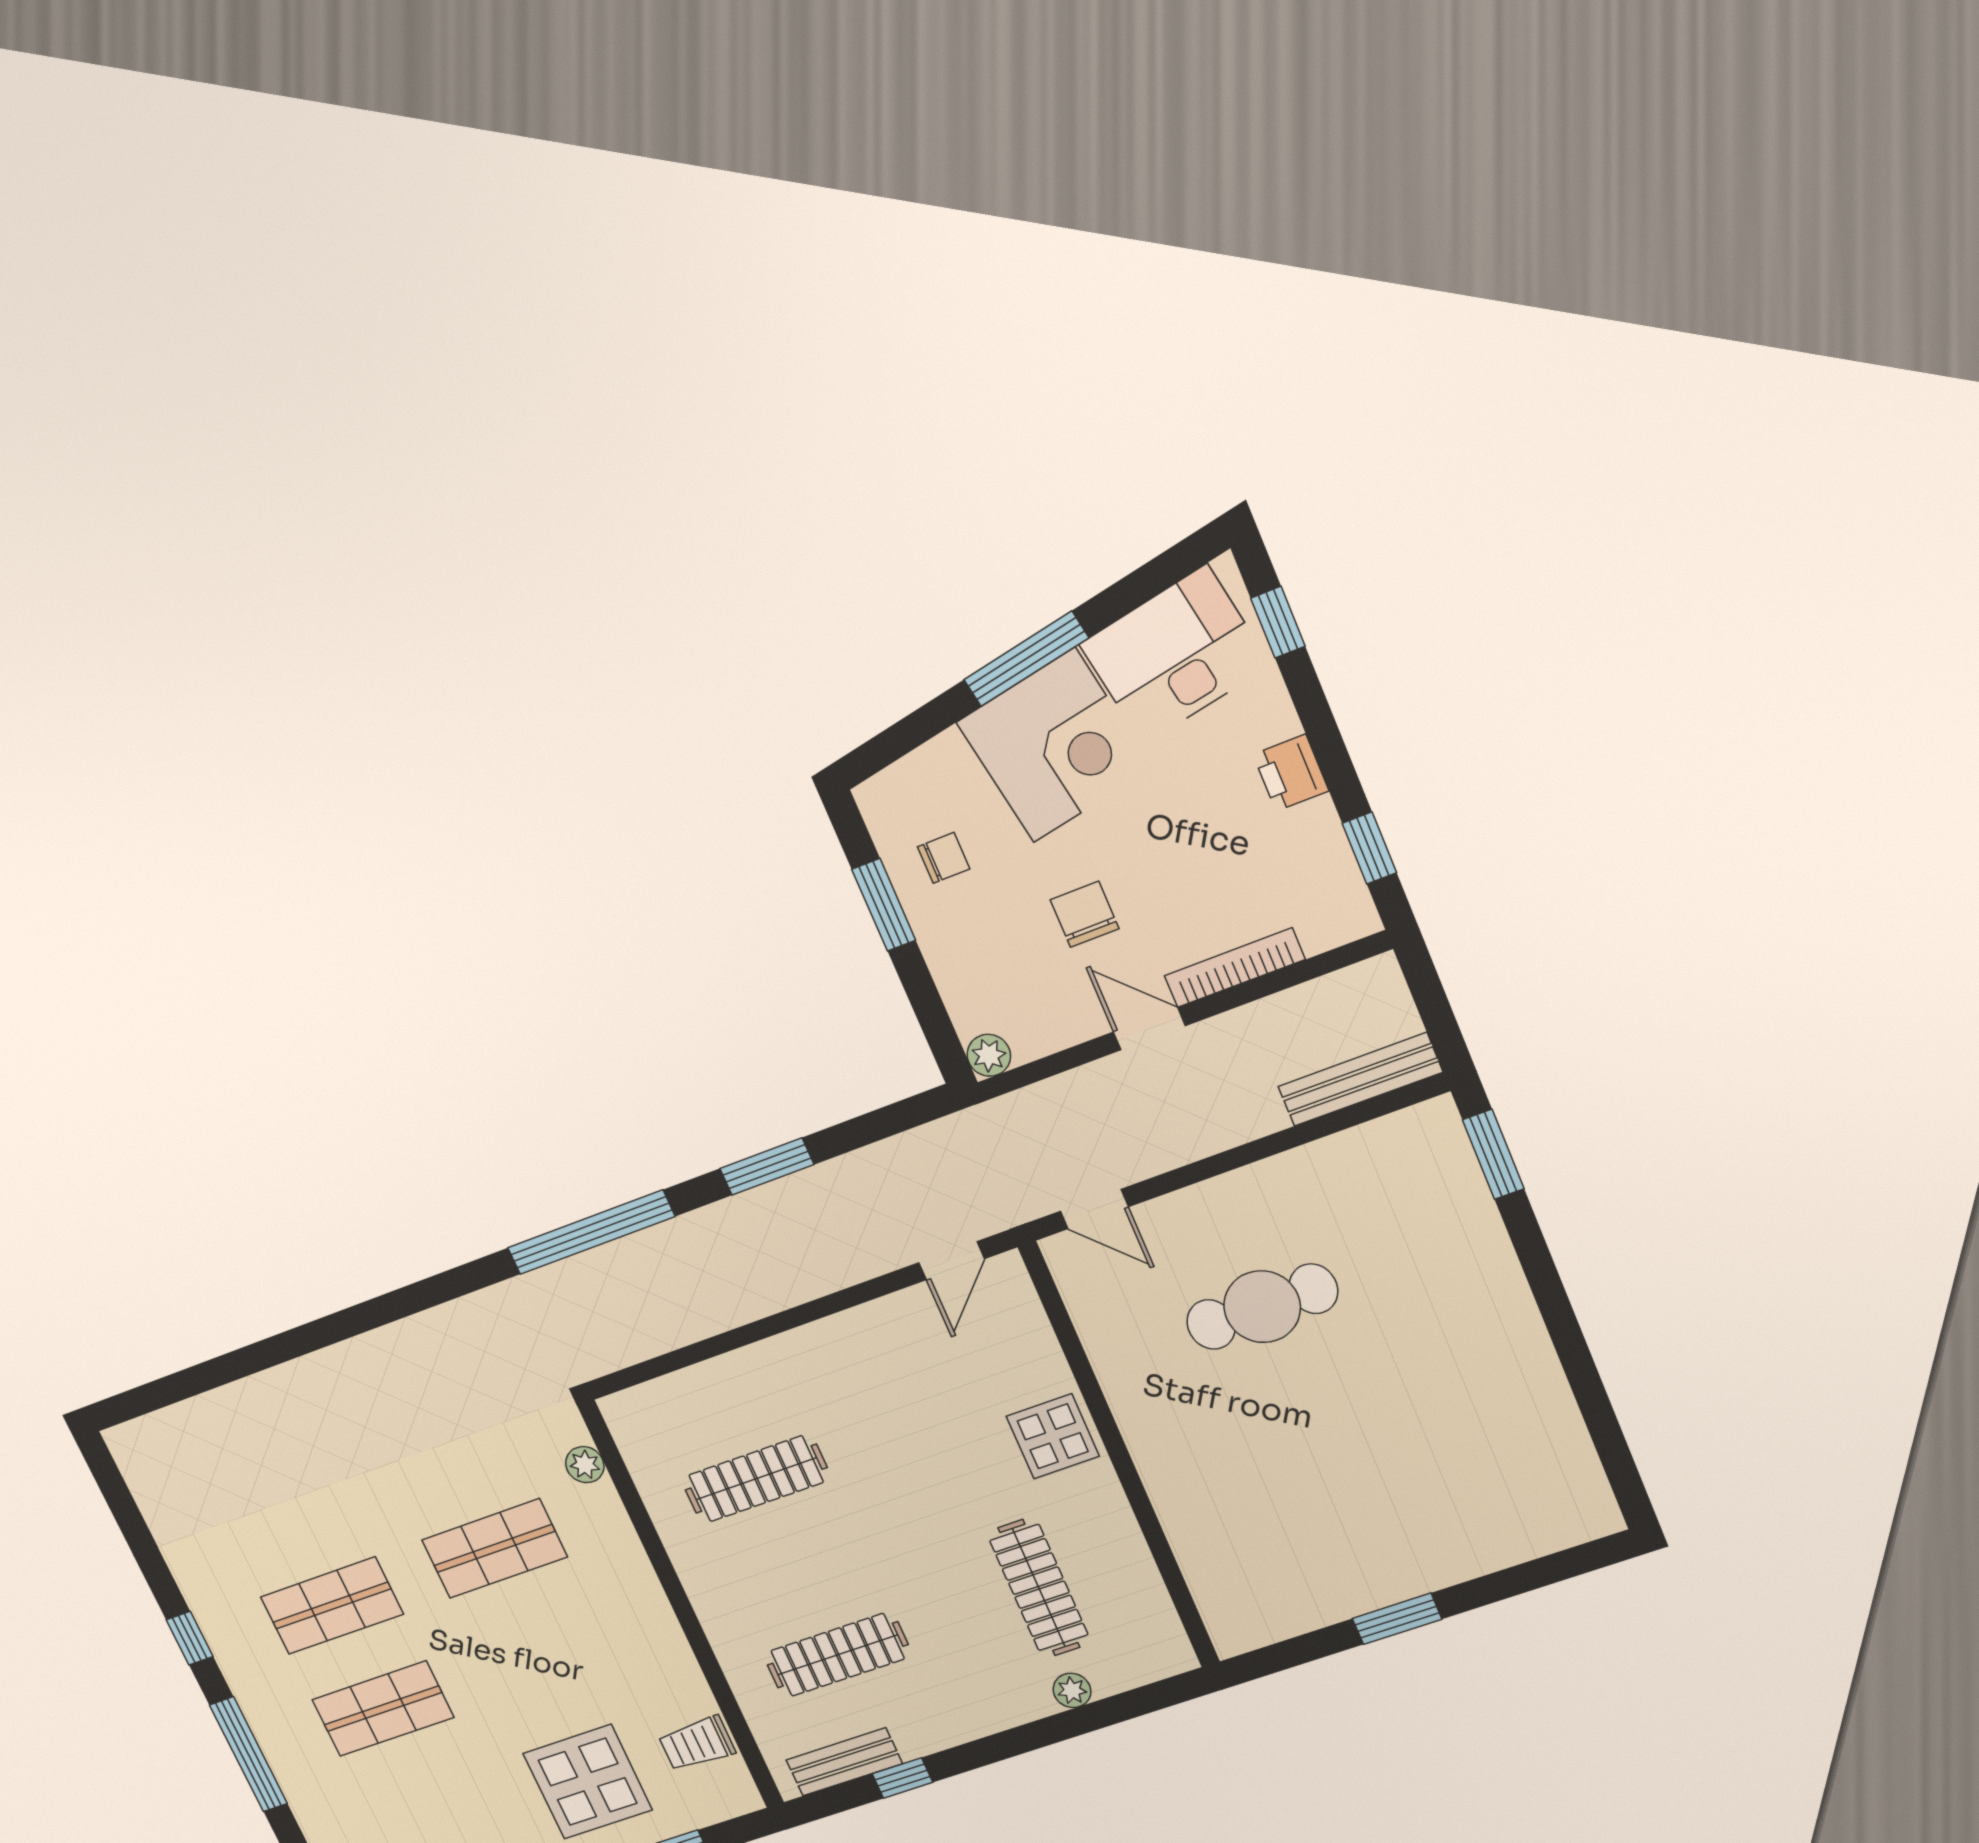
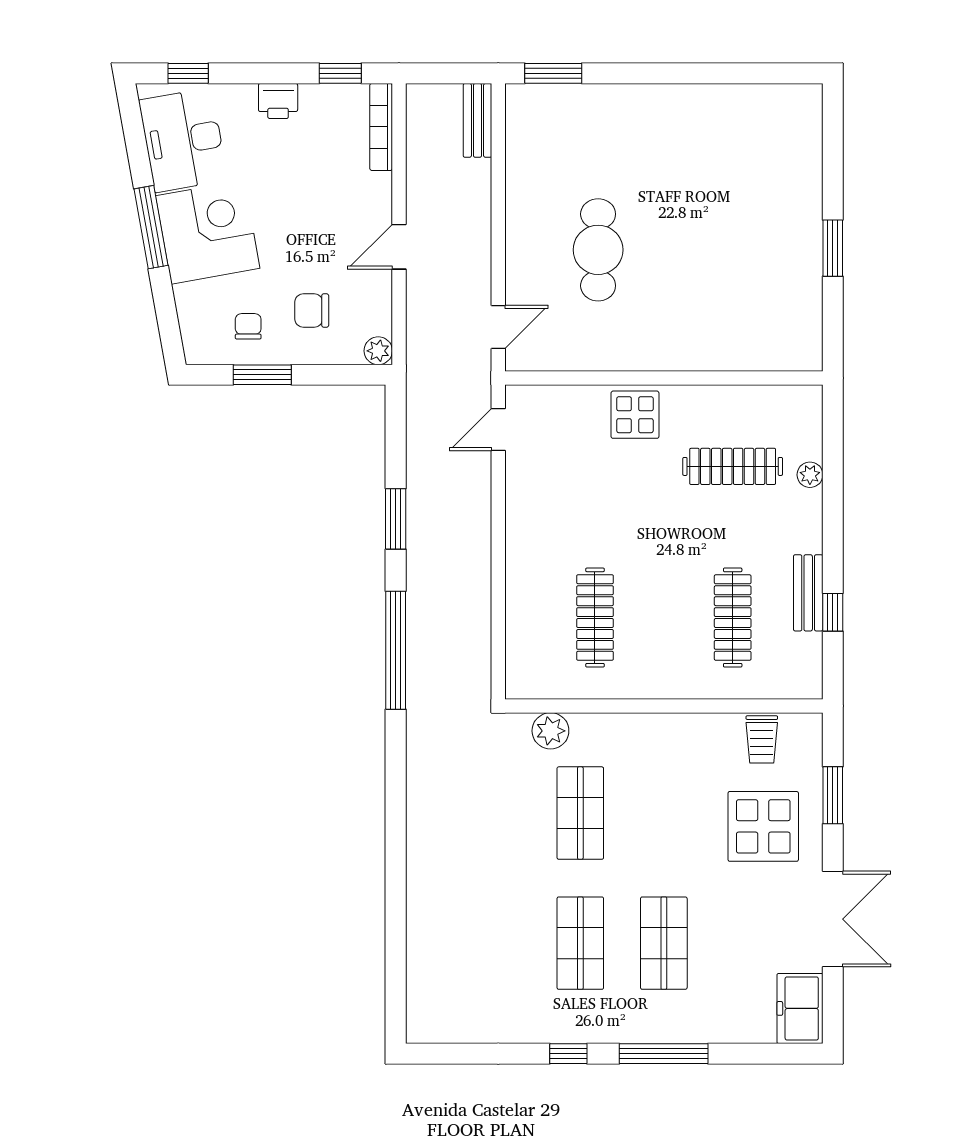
chair: (1085, 914) -> (312, 310), moved
bookcase: (1235, 968) -> (381, 127), moved
bench: (1360, 1079) -> (477, 120), width x0.73
door: (951, 1261) -> (498, 430), swing flipped
plant: (585, 1465) -> (550, 731), width x1.38, depth x1.38
bench: (844, 1762) -> (808, 593), moved

